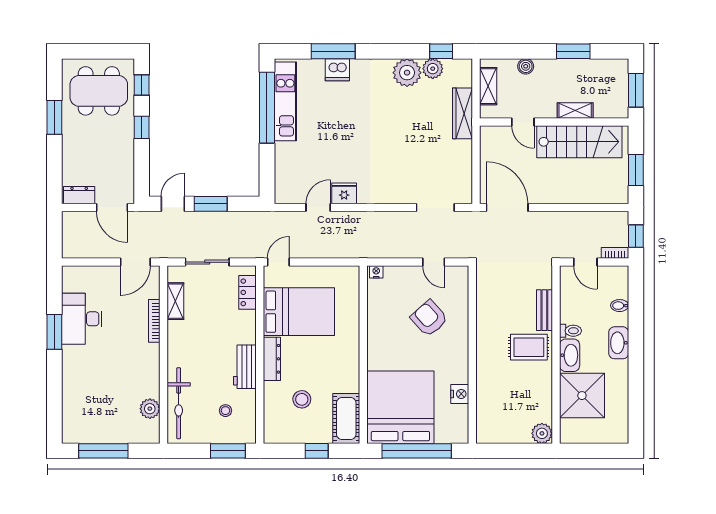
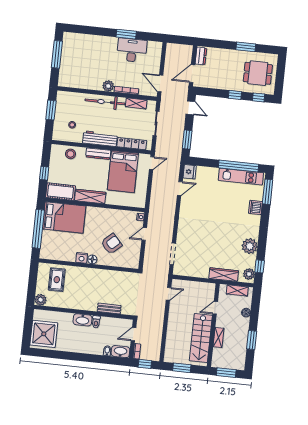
window: (333, 51) -> (268, 192), moved
plant: (433, 69) -> (249, 274), moved
dining table: (99, 91) -> (258, 73), width x0.73
fridge: (344, 193) -> (190, 172), moved
window: (211, 204) -> (187, 140), moved
door: (318, 207) -> (180, 189), hinge flipped
door: (507, 207) -> (169, 294), width x0.53
door: (278, 262) -> (152, 163), hinge flipped
door: (434, 262) -> (144, 234), moved
locker: (248, 292) -> (132, 144), width x1.53
washbasin: (619, 343) -> (120, 352), moved
rug: (529, 347) -> (57, 280), moved
floor lamp: (461, 349) -> (92, 259), added
wardrobe: (349, 365) -> (90, 196), added
workbench: (245, 367) -> (100, 139), width x1.38
nightstand: (460, 394) -> (82, 258), moved
shower: (582, 396) -> (44, 334), moved
stool: (302, 399) -> (71, 154), moved
bicycle: (179, 403) -> (105, 102), moved
bed: (400, 407) -> (64, 217), width x0.73
plant: (150, 409) -> (108, 86), moved
window: (228, 451) -> (51, 110), moved

